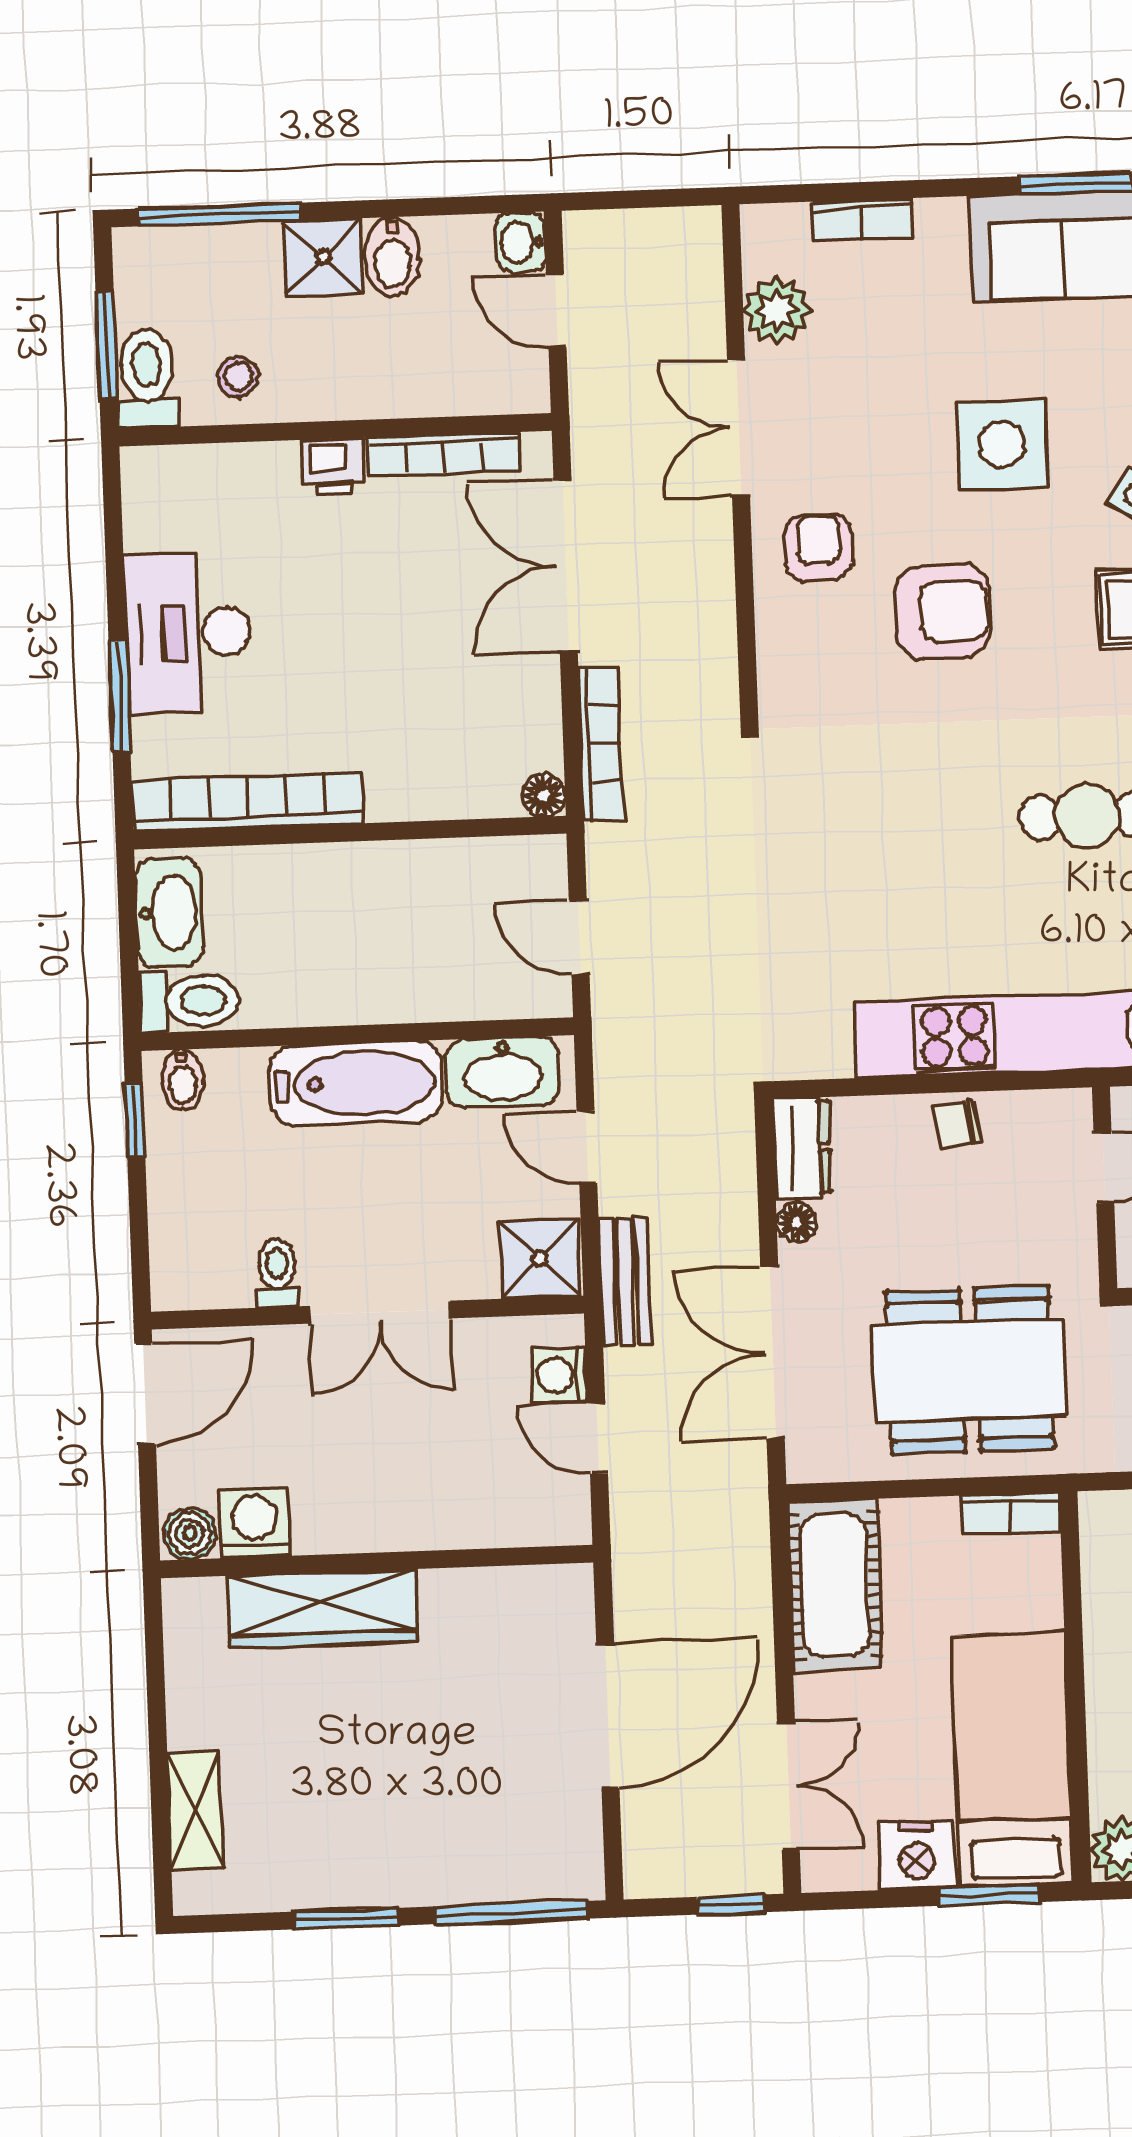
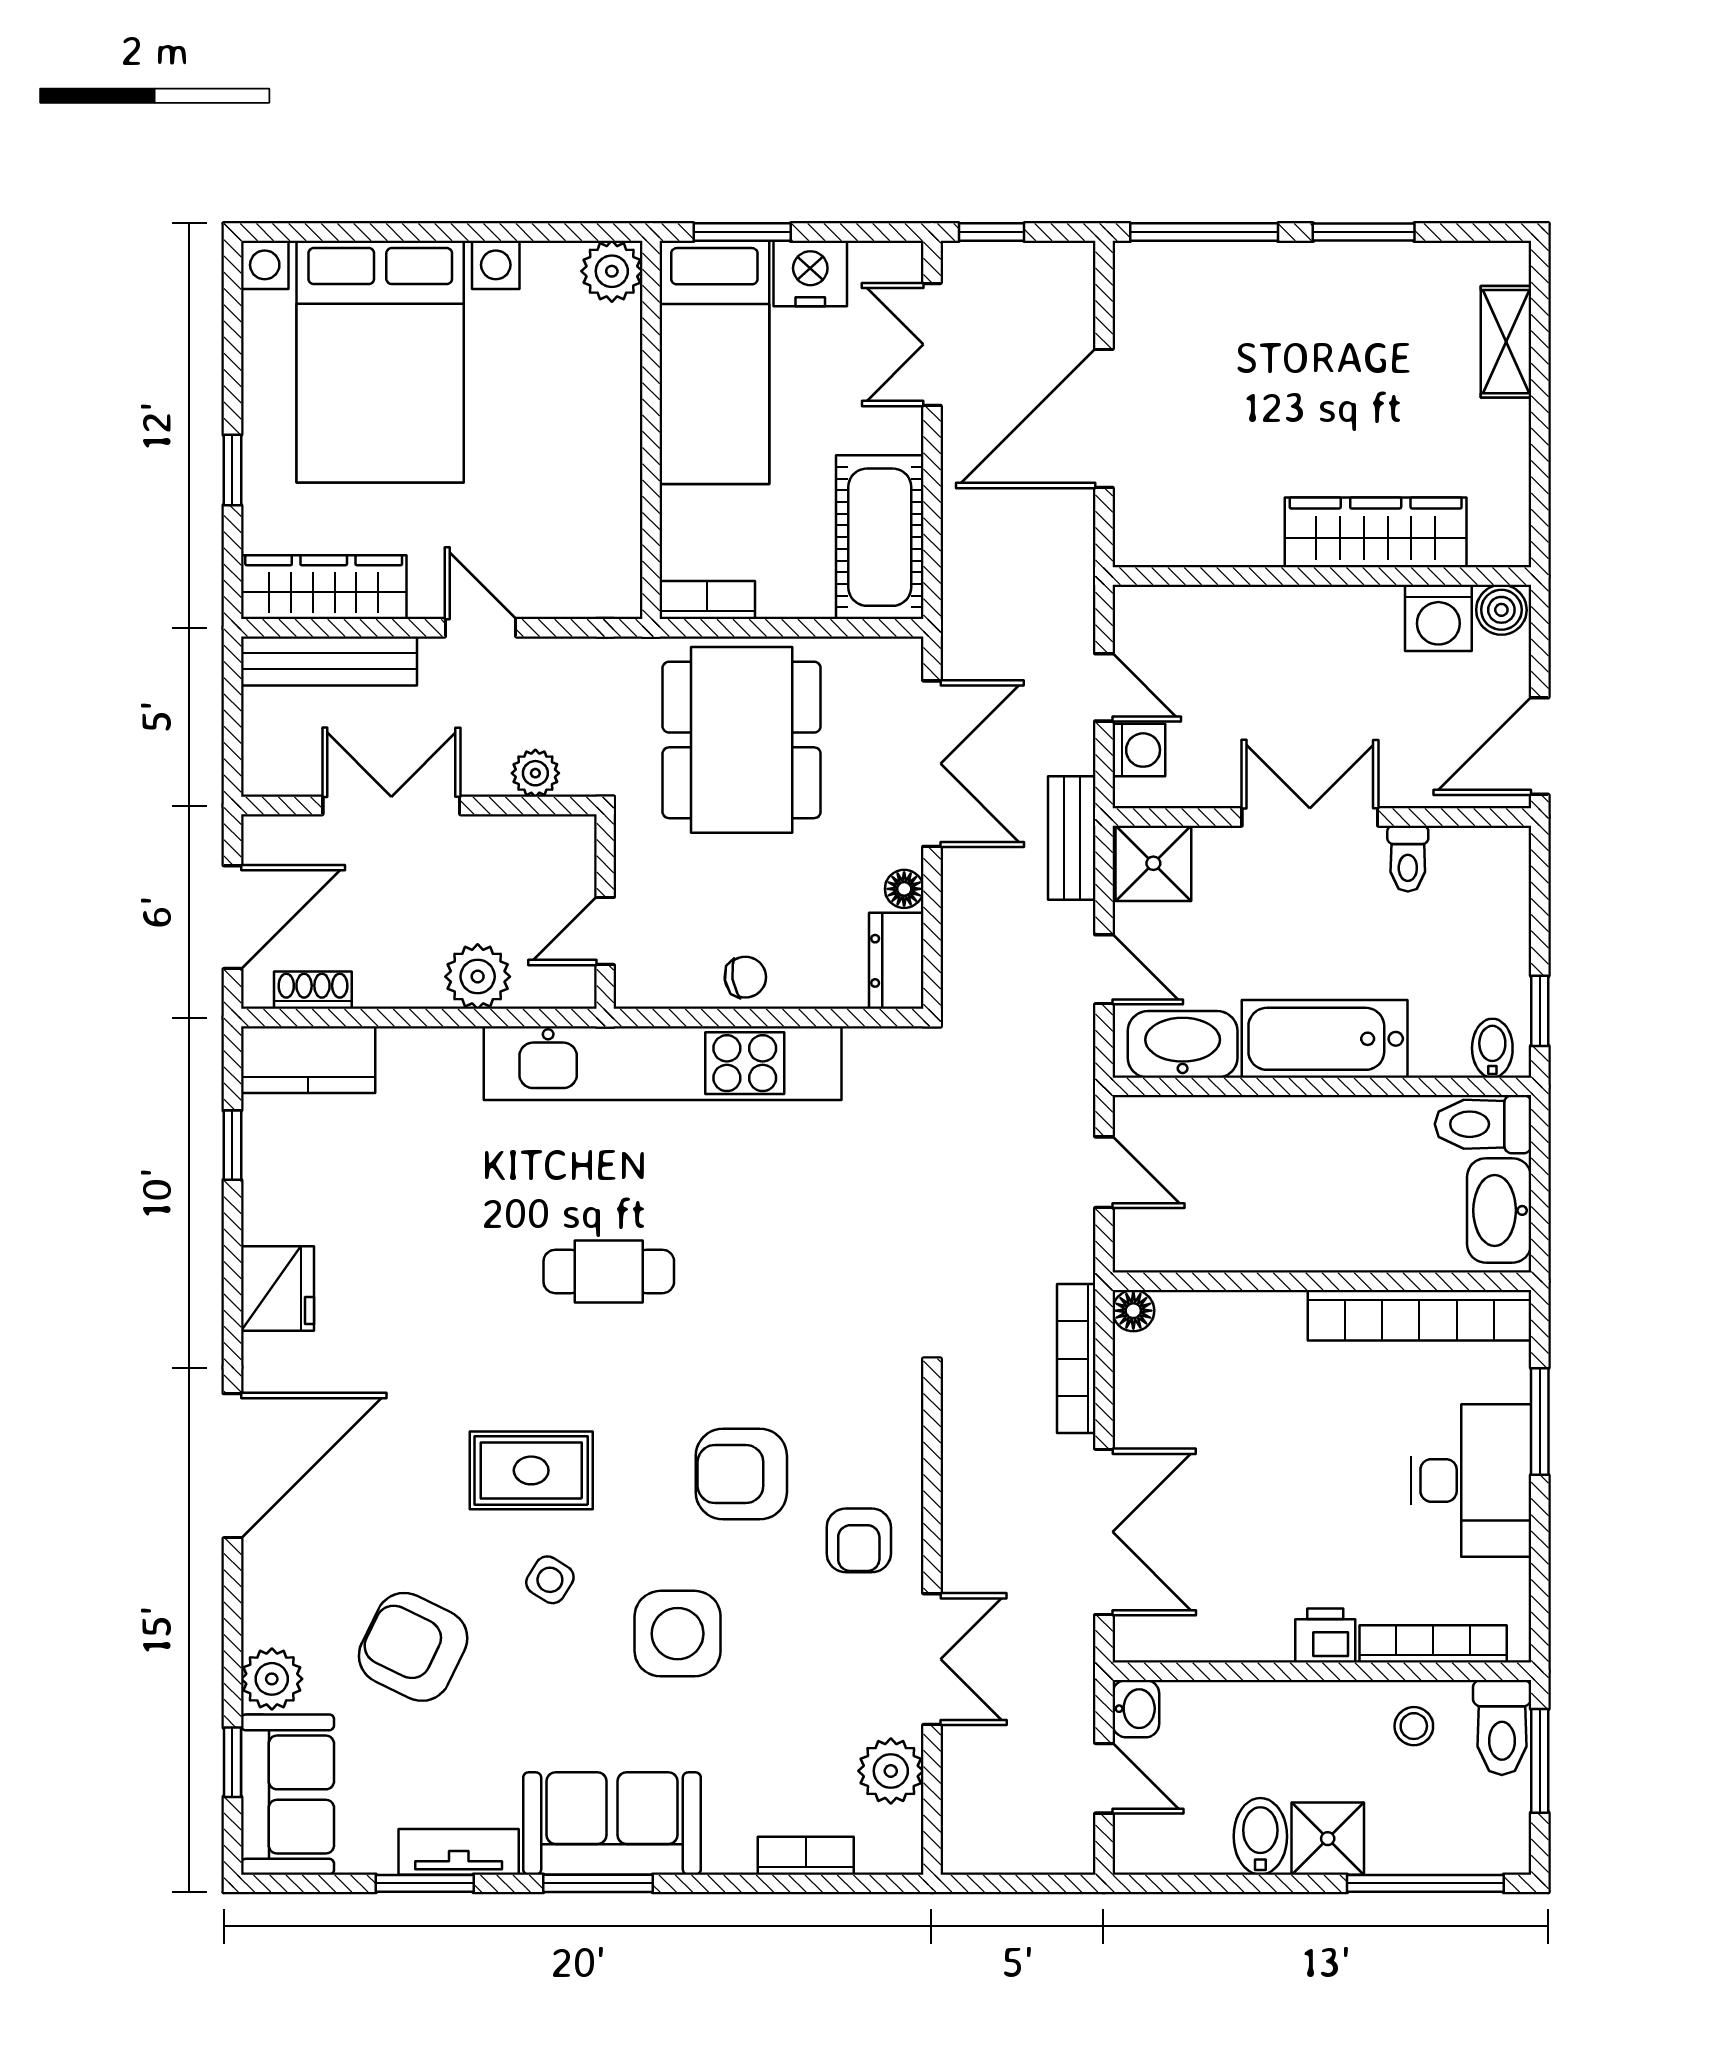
washbasin: (521, 242) -> (1136, 1709), moved
bookcase: (444, 454) -> (1433, 1644), moved
dining table: (970, 1370) -> (742, 740), turned 90

